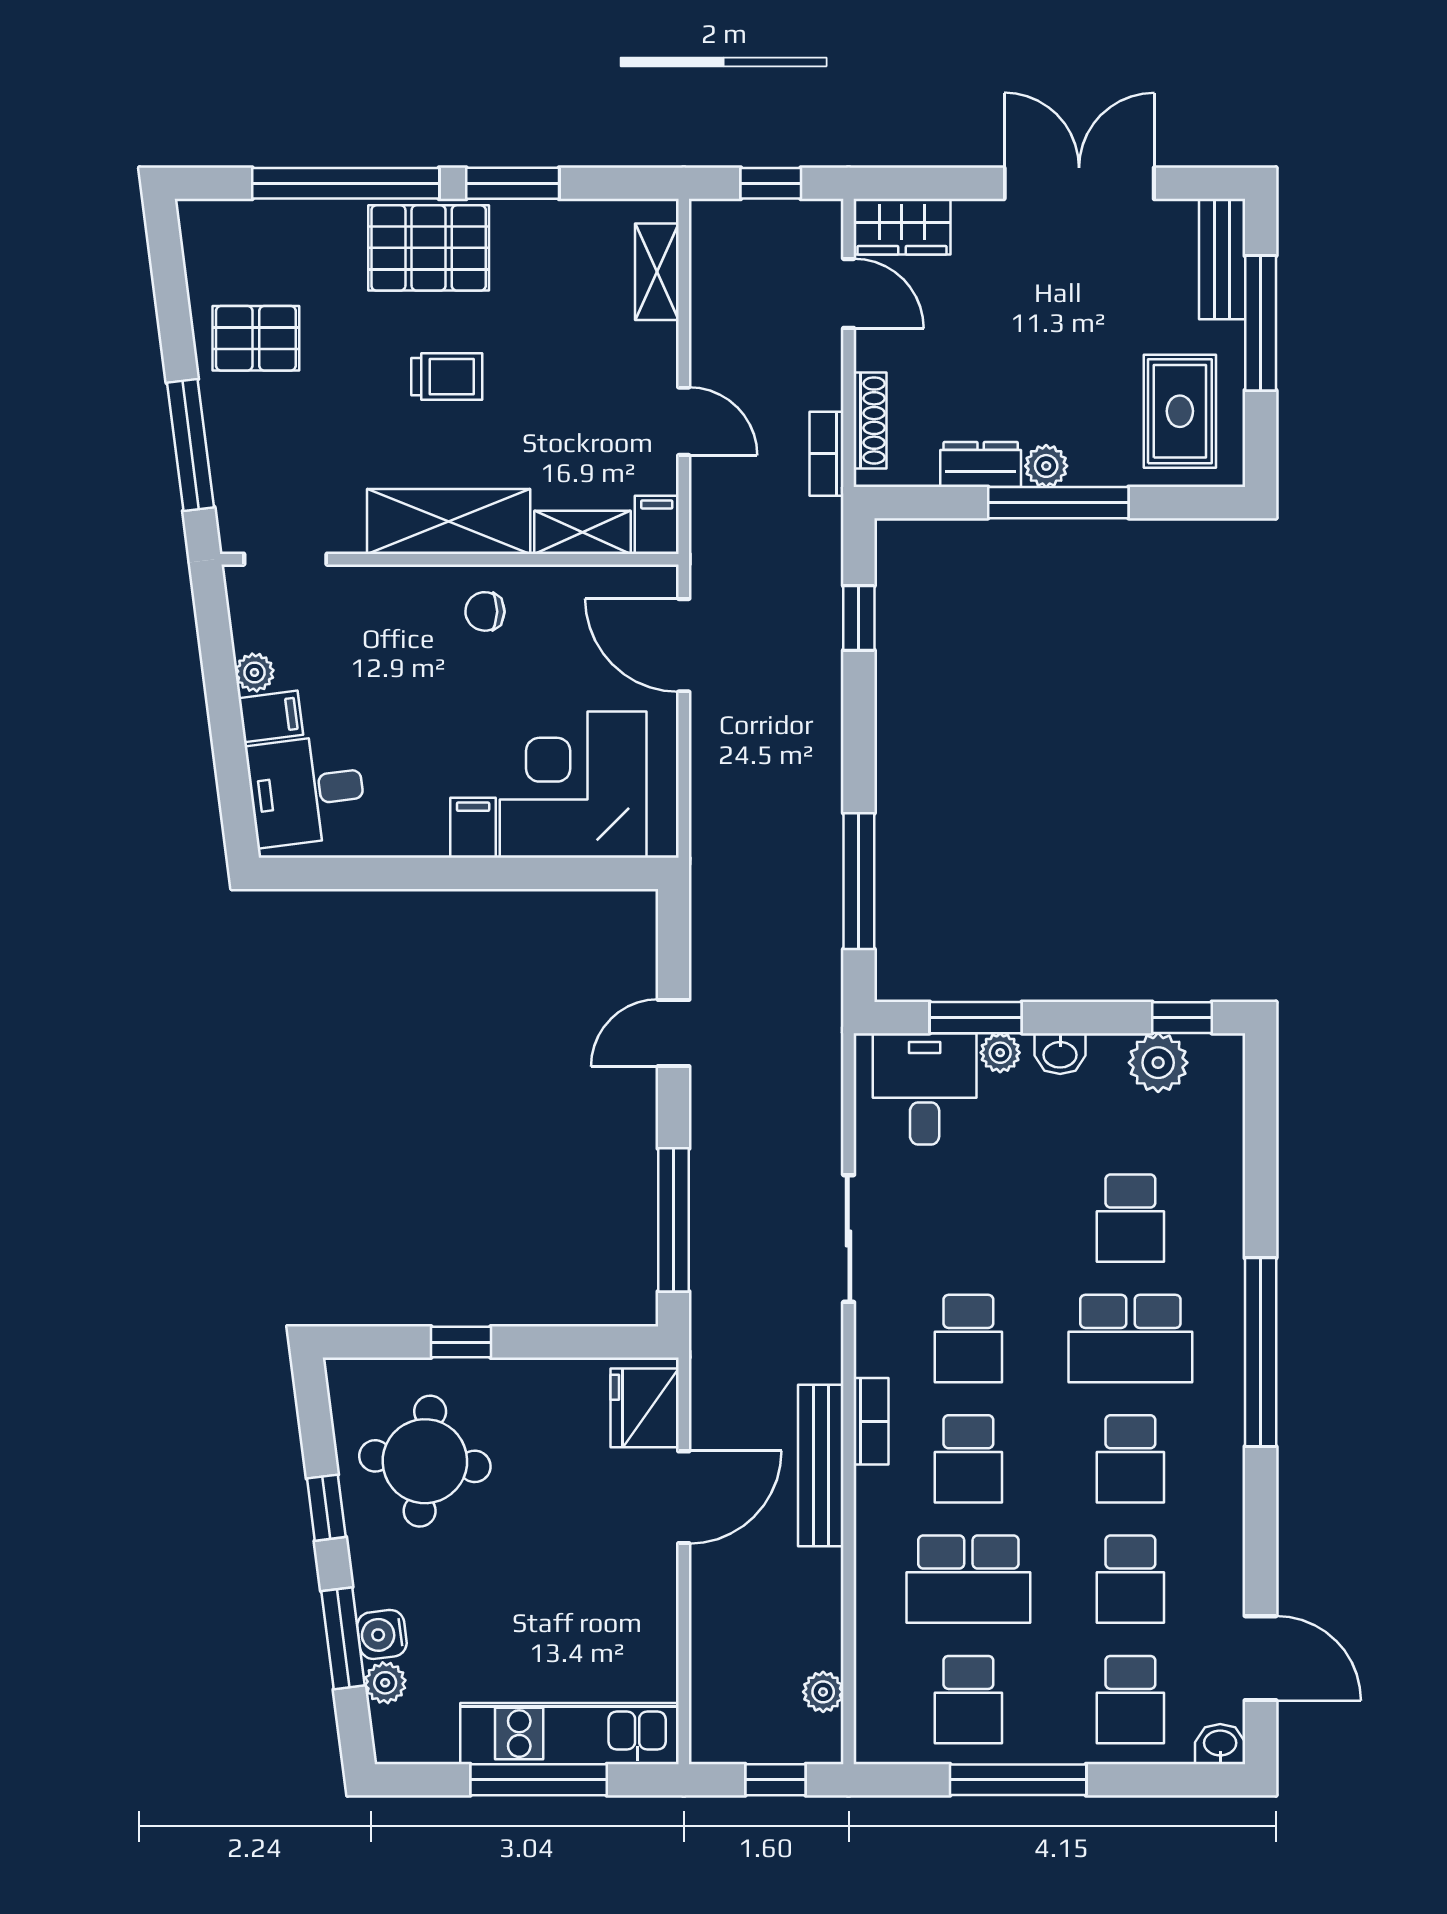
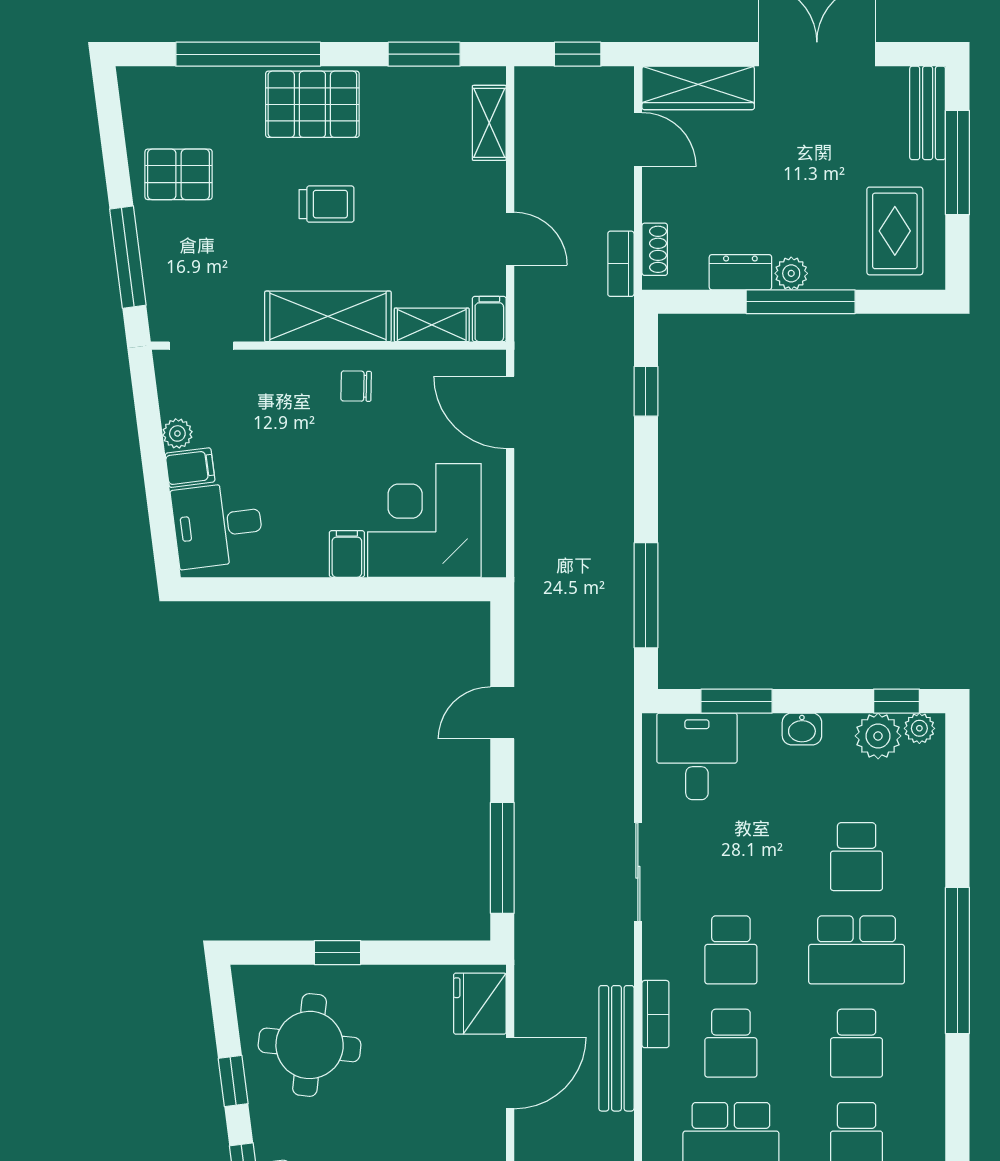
window: (513, 183) -> (424, 54), moved
wardrobe: (902, 227) -> (698, 88), width x1.50
shoe rack: (870, 420) -> (655, 249), width x0.70
plant: (1000, 1053) -> (919, 728), moved

